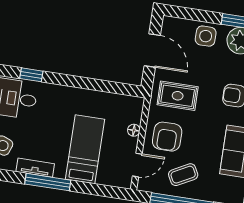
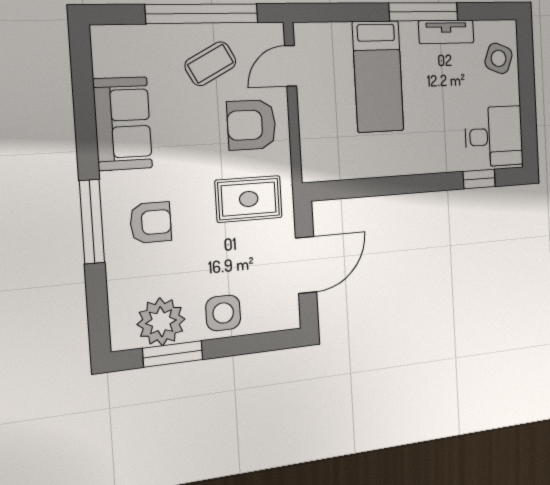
door: (152, 50) -> (306, 265), swing flipped
floor lamp: (134, 130) -> (308, 124), removed
armchair: (167, 137) -> (252, 125), turned -90

